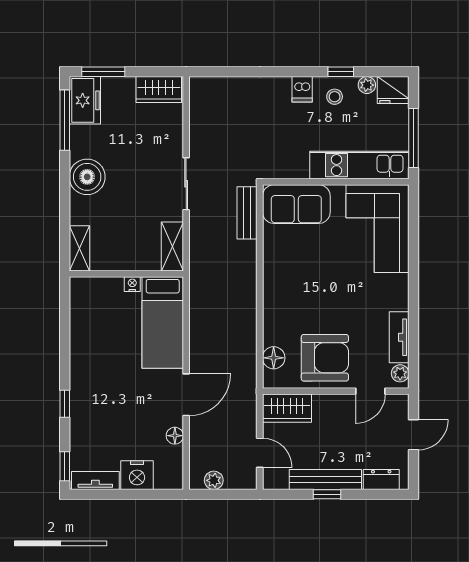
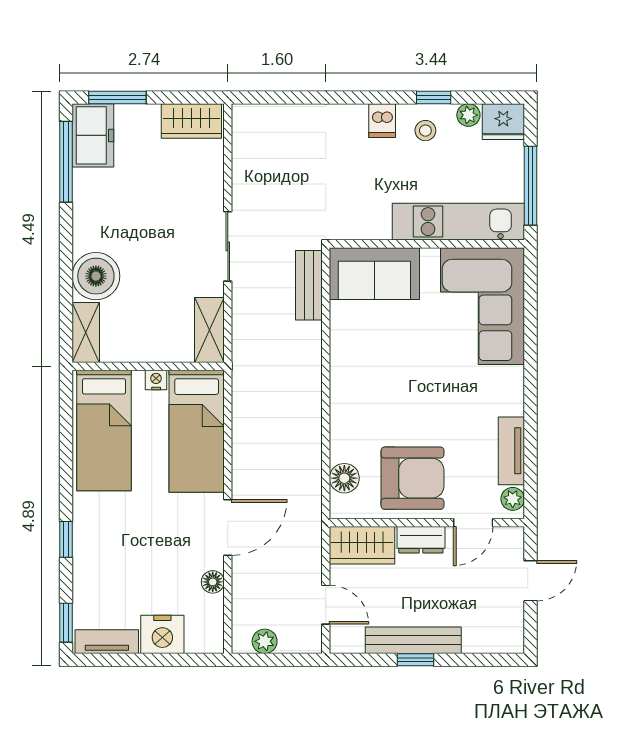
boiler: (87, 177) -> (96, 276), moved
bed: (93, 322) -> (104, 430), added
dresser: (381, 479) -> (421, 540), moved, turned 180

